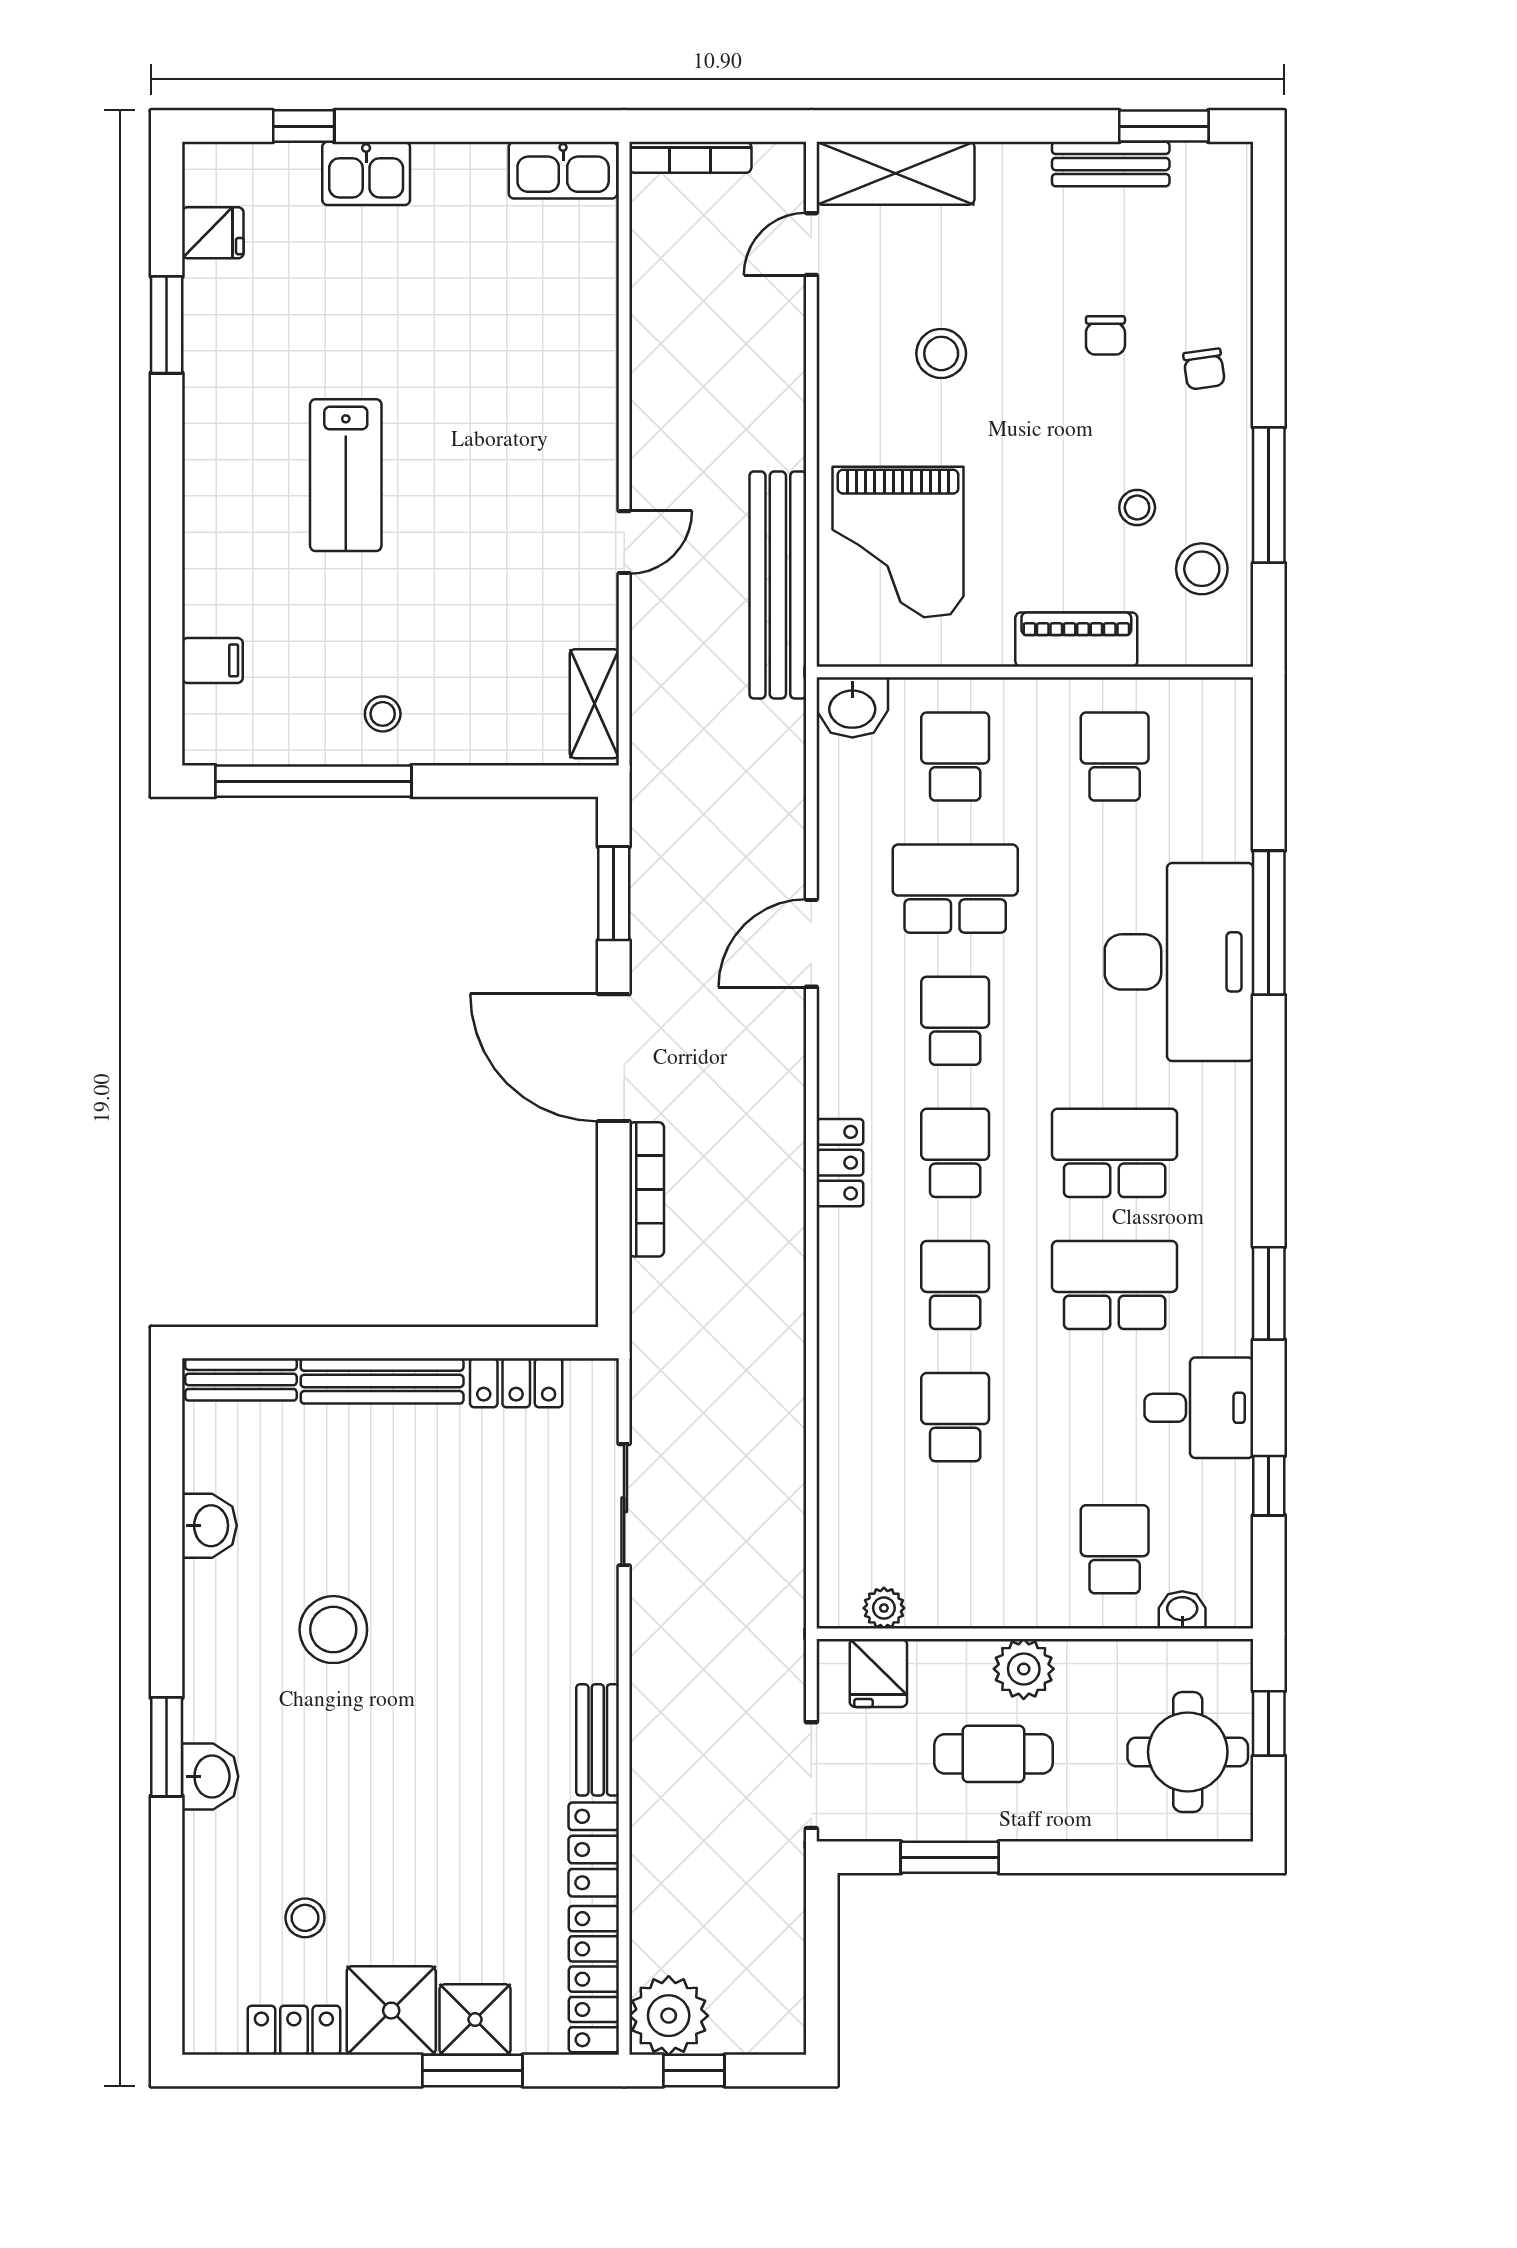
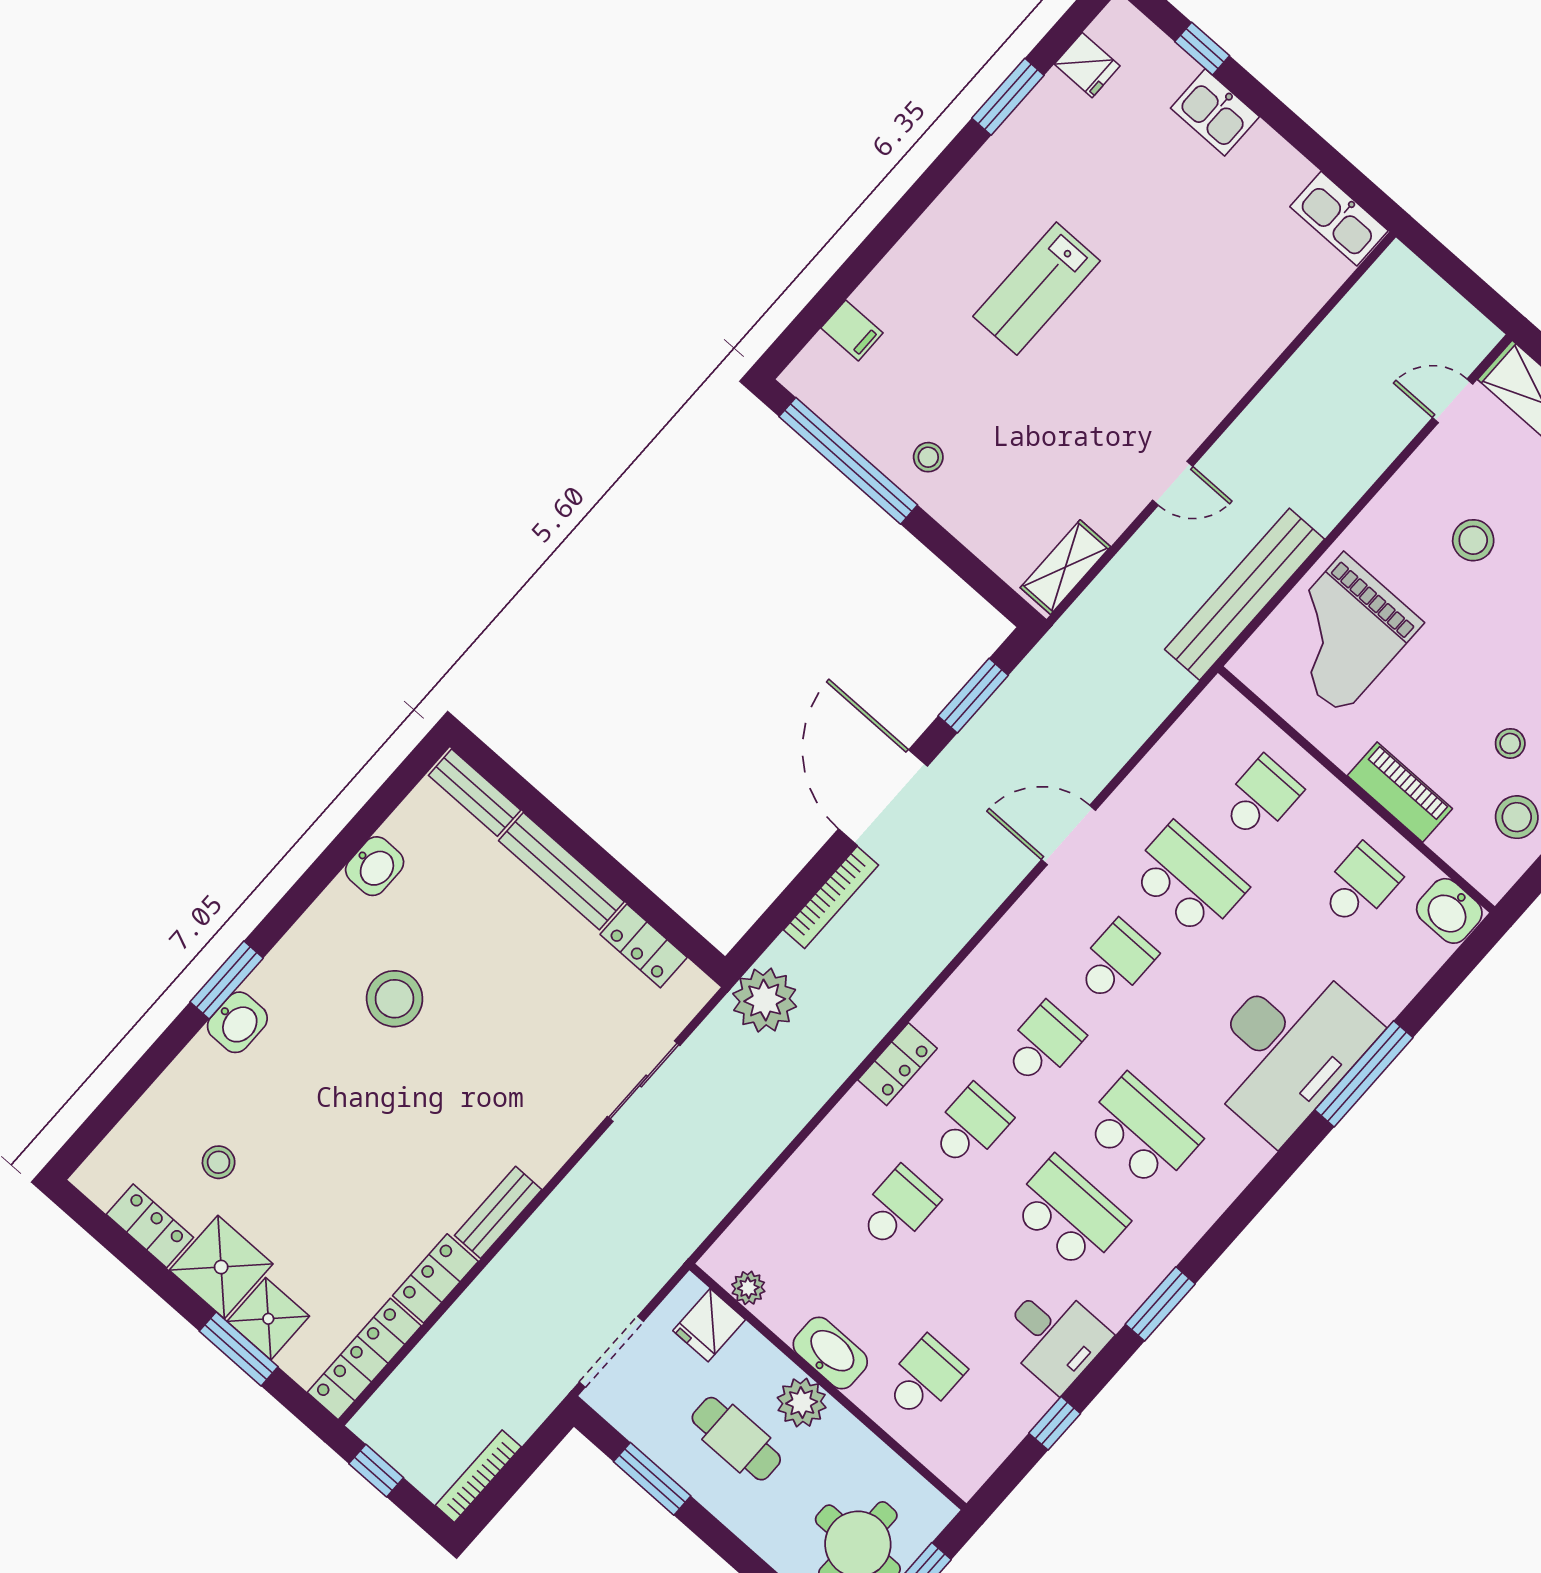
bookcase: (690, 157) -> (478, 1476), moved, turned 90
washbasin: (852, 707) -> (1449, 911), moved
locker: (840, 1163) -> (897, 1064), moved
washbasin: (1182, 1610) -> (830, 1353), moved, width x1.91, depth x1.45
plant: (669, 2016) -> (765, 1000), moved

